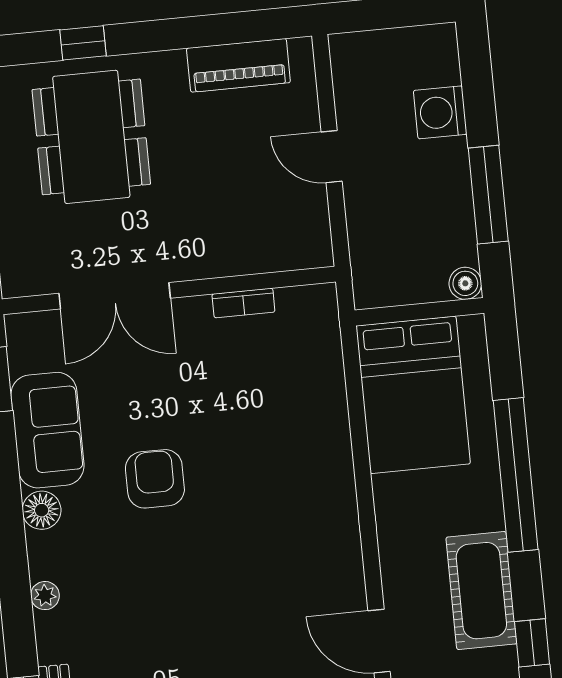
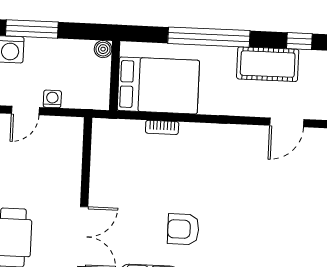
window: (488, 195) -> (32, 29), moved
washing machine: (360, 203) -> (52, 99), added
bookcase: (243, 303) -> (162, 127), moved, turned 90

